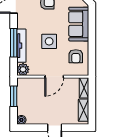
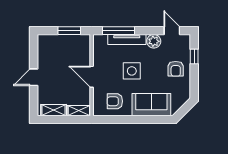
window: (14, 43) -> (118, 31), moved
plant: (23, 69) -> (154, 41), moved
boiler: (21, 120) -> (42, 39), removed

